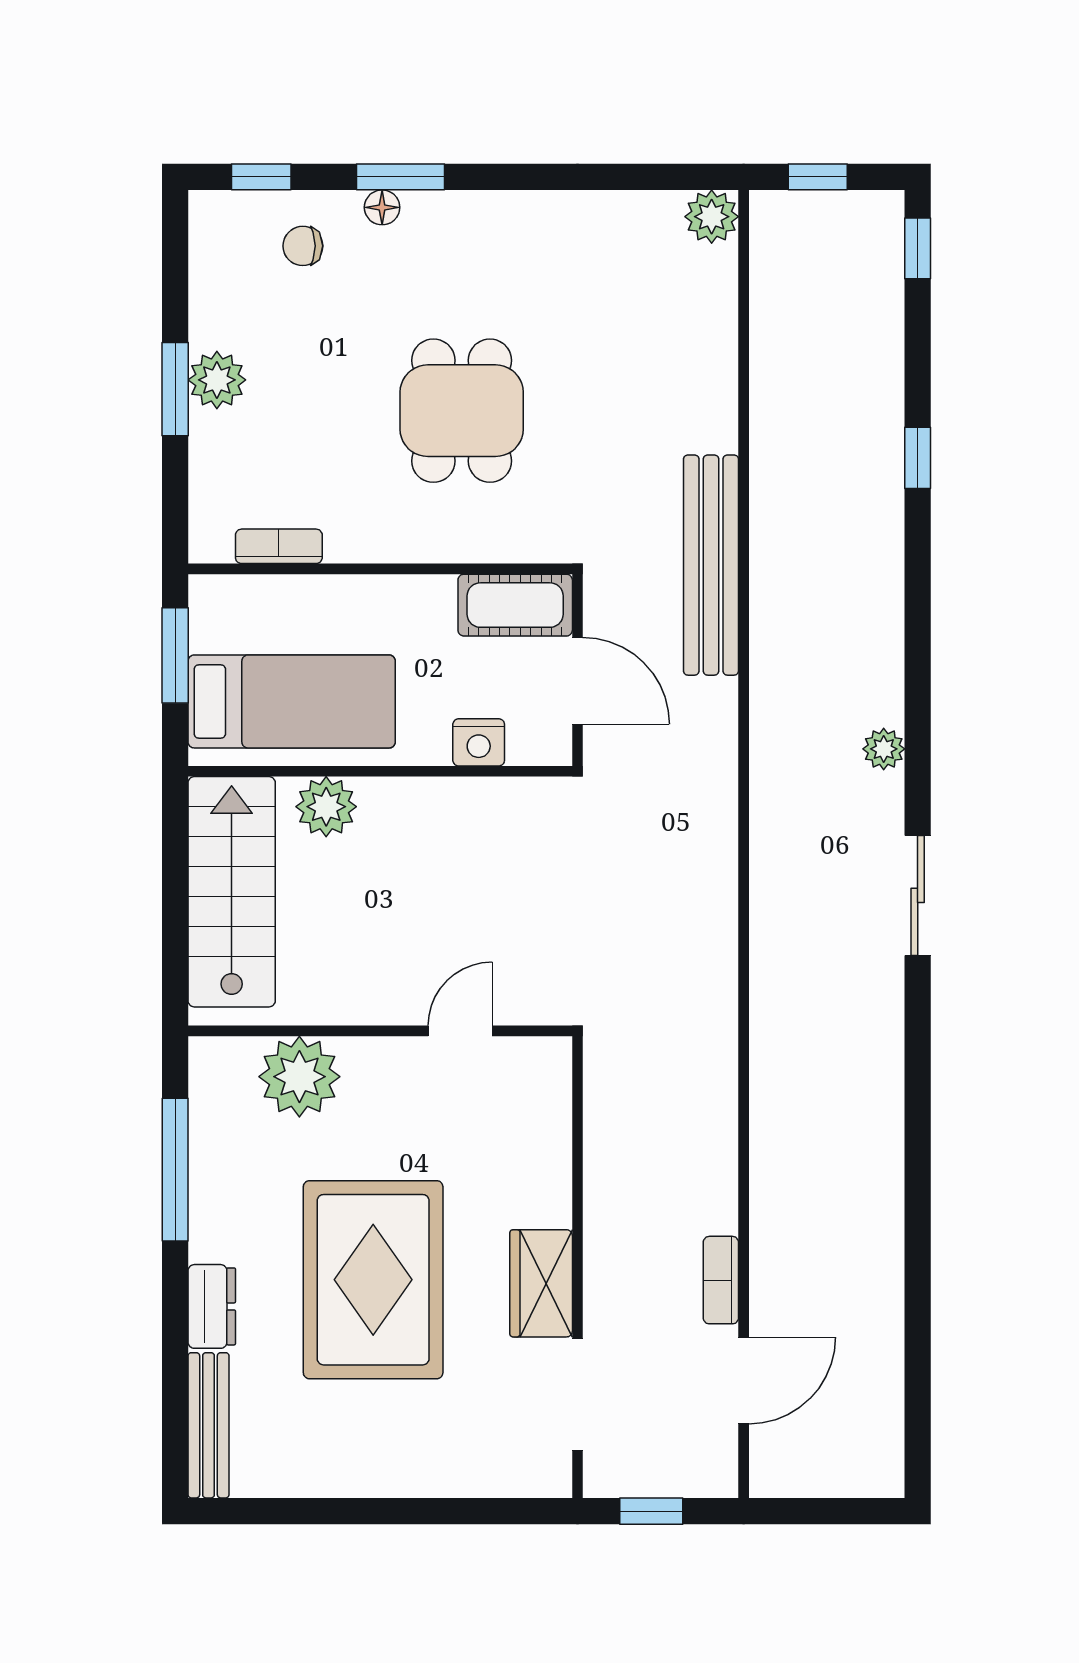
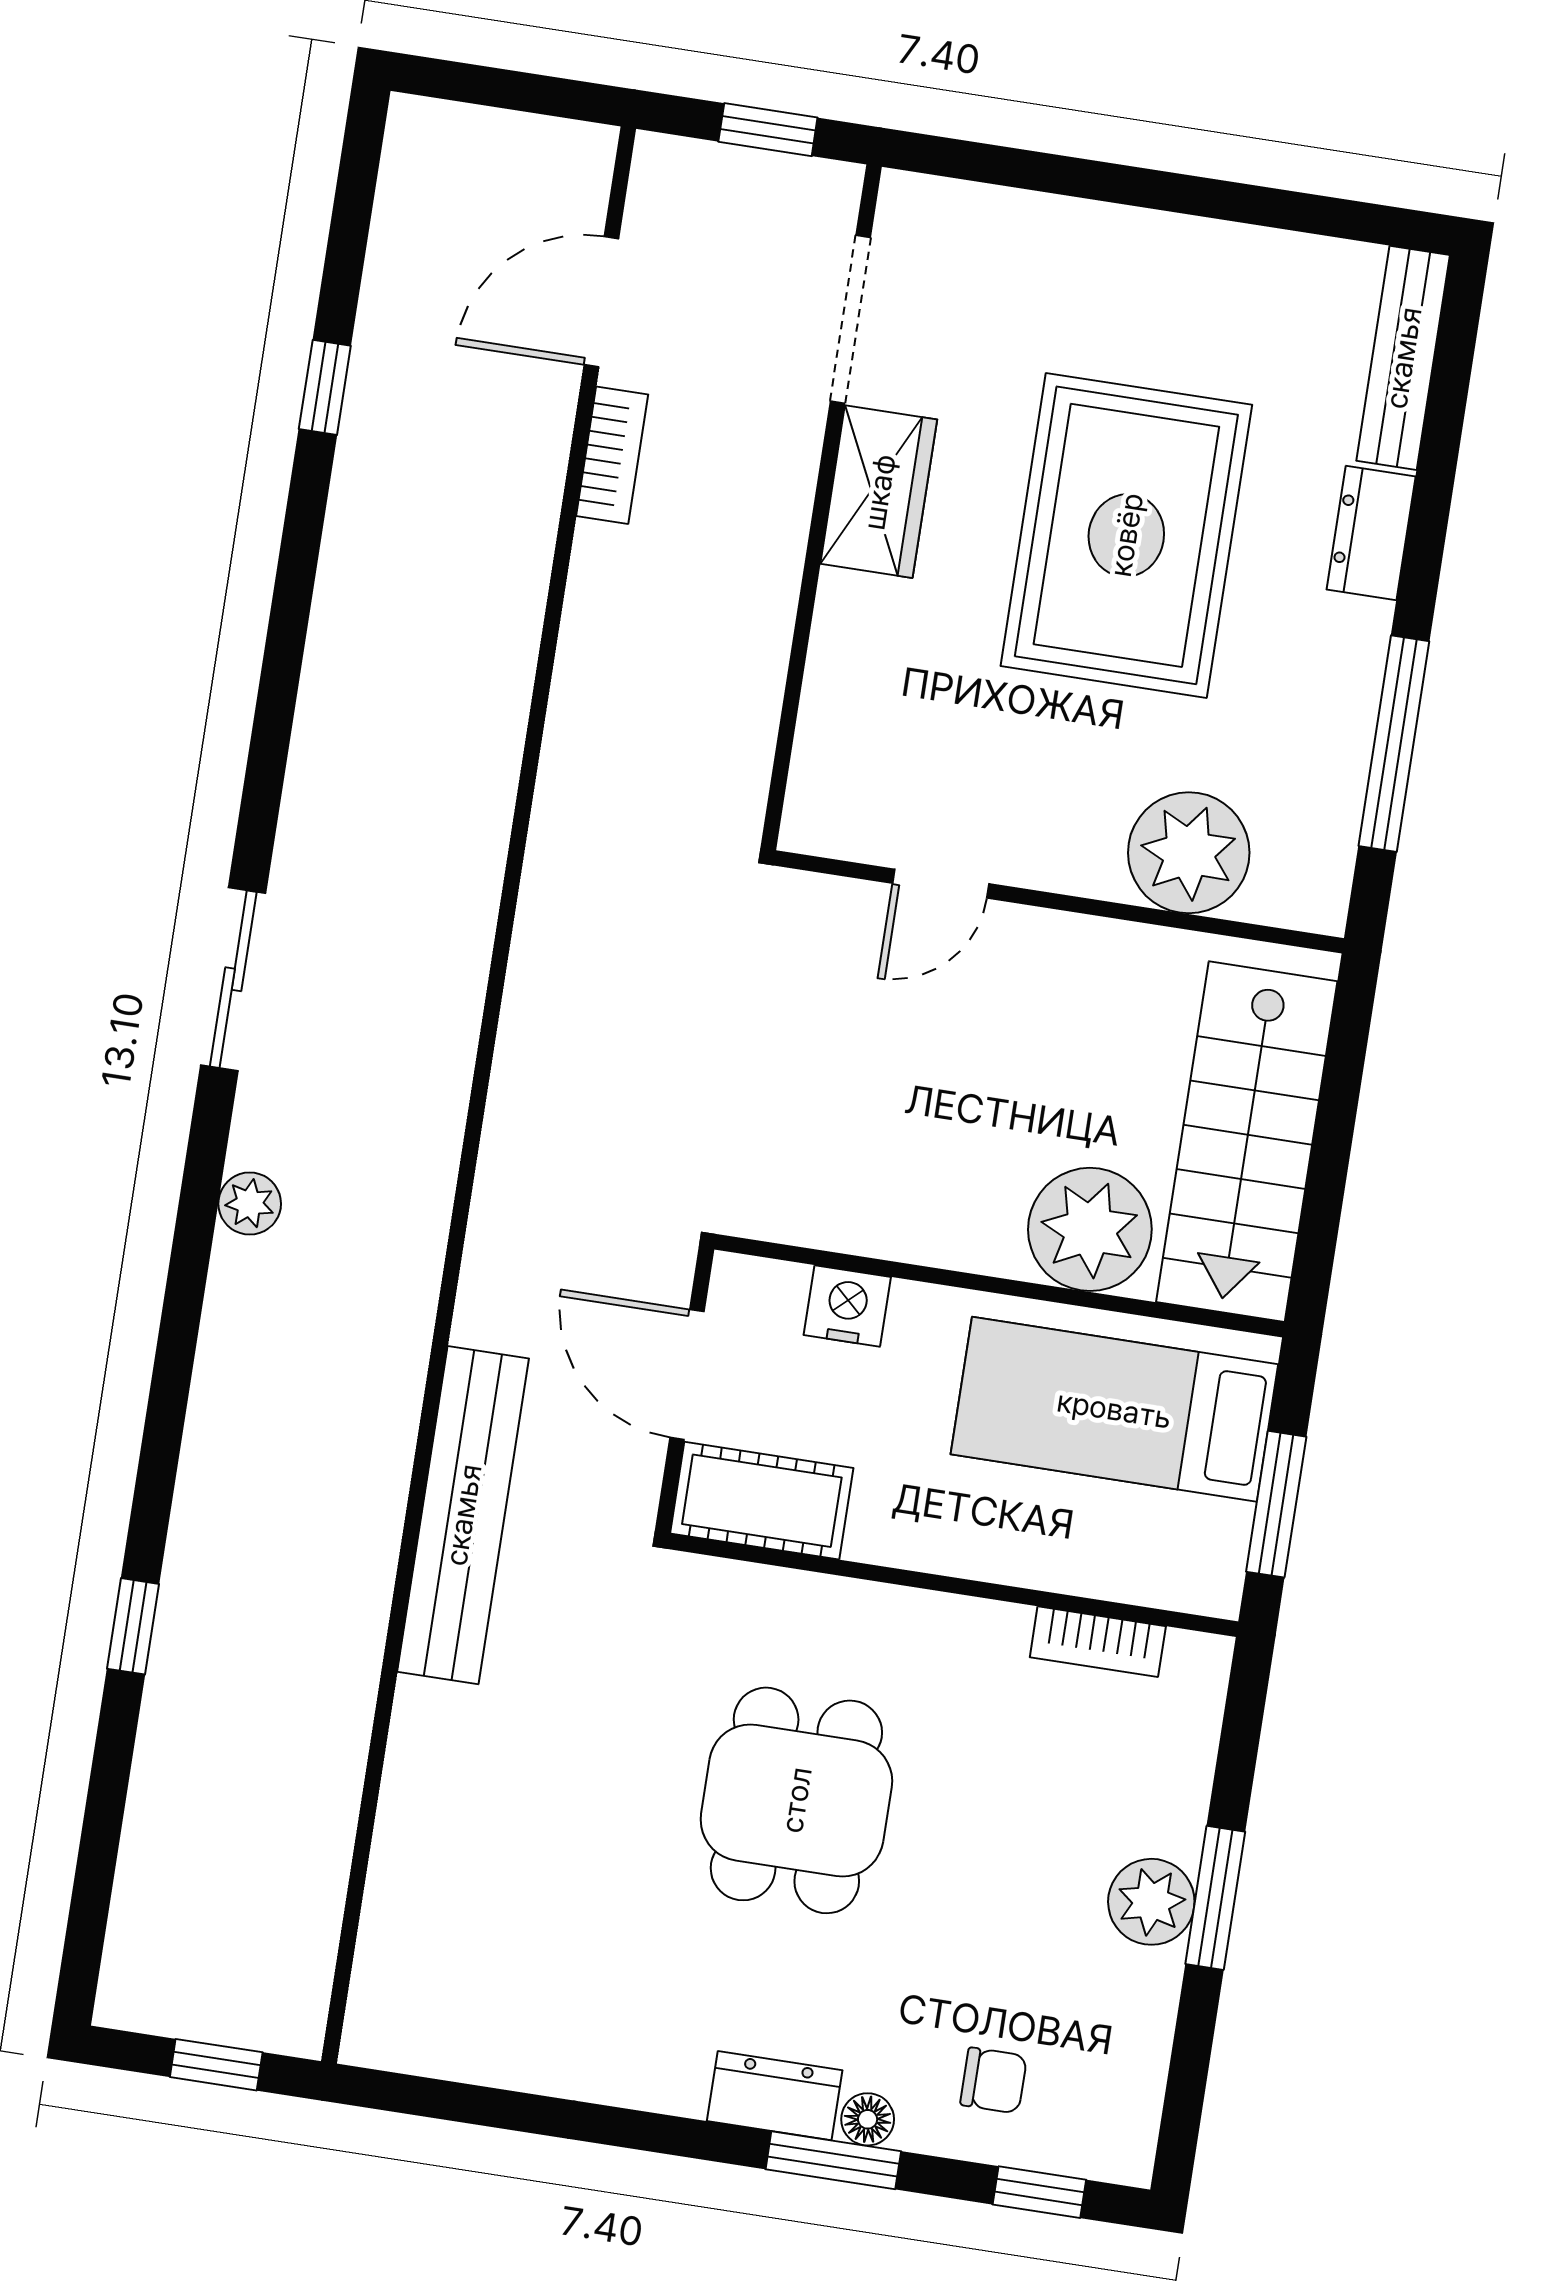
dresser: (446, 214) -> (775, 2096), added
plant: (712, 217) -> (382, 2030), removed
window: (918, 248) -> (325, 387), moved
plant: (326, 807) -> (1090, 1229), width x1.36, depth x1.36

